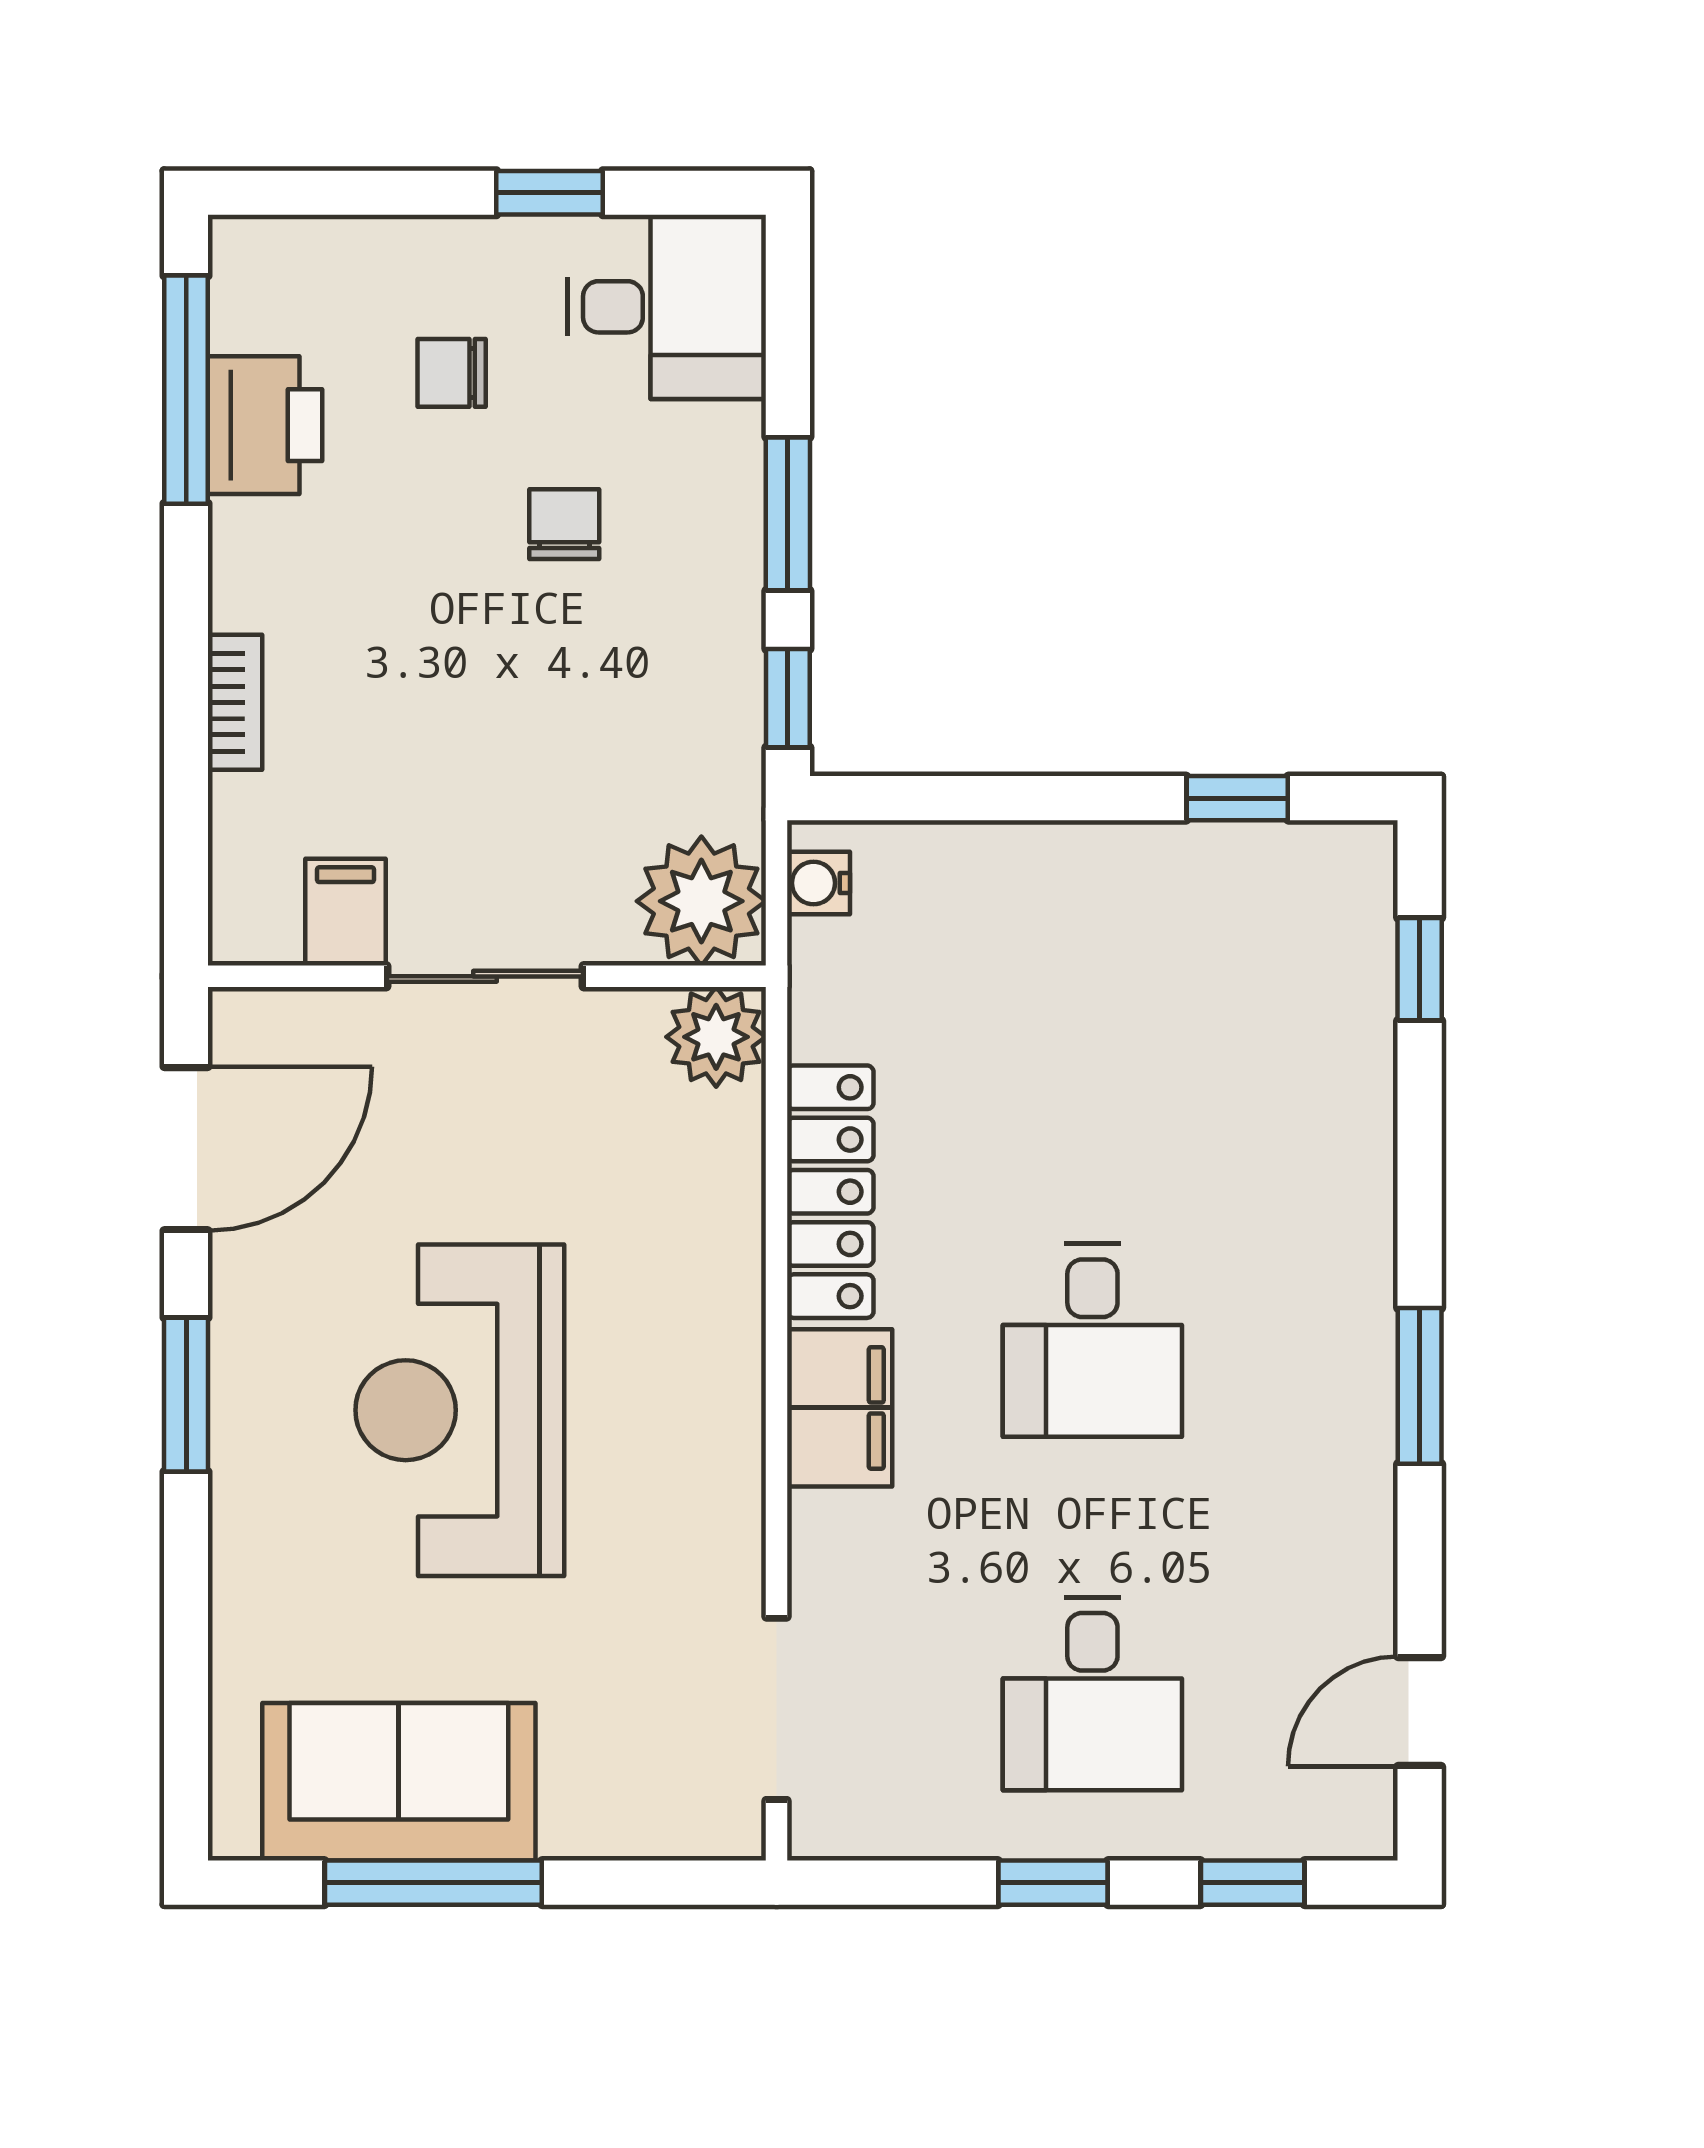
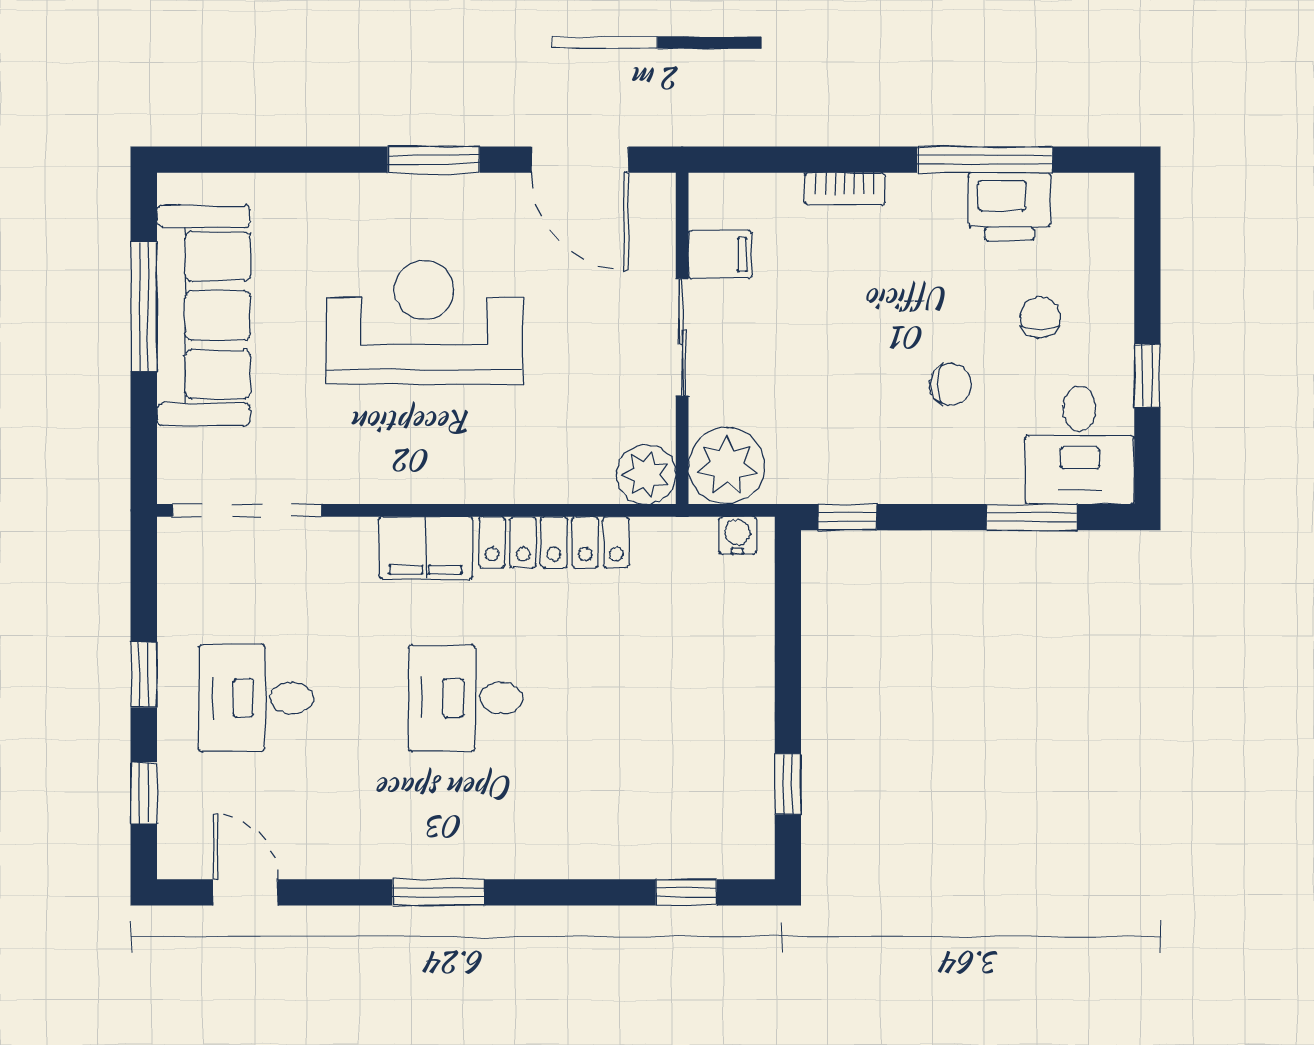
window: (186, 390) -> (985, 160), moved
window: (788, 514) -> (1032, 517), moved
doorway: (777, 1709) -> (247, 510), width x1.36
sofa: (399, 1782) -> (204, 315), width x1.36

